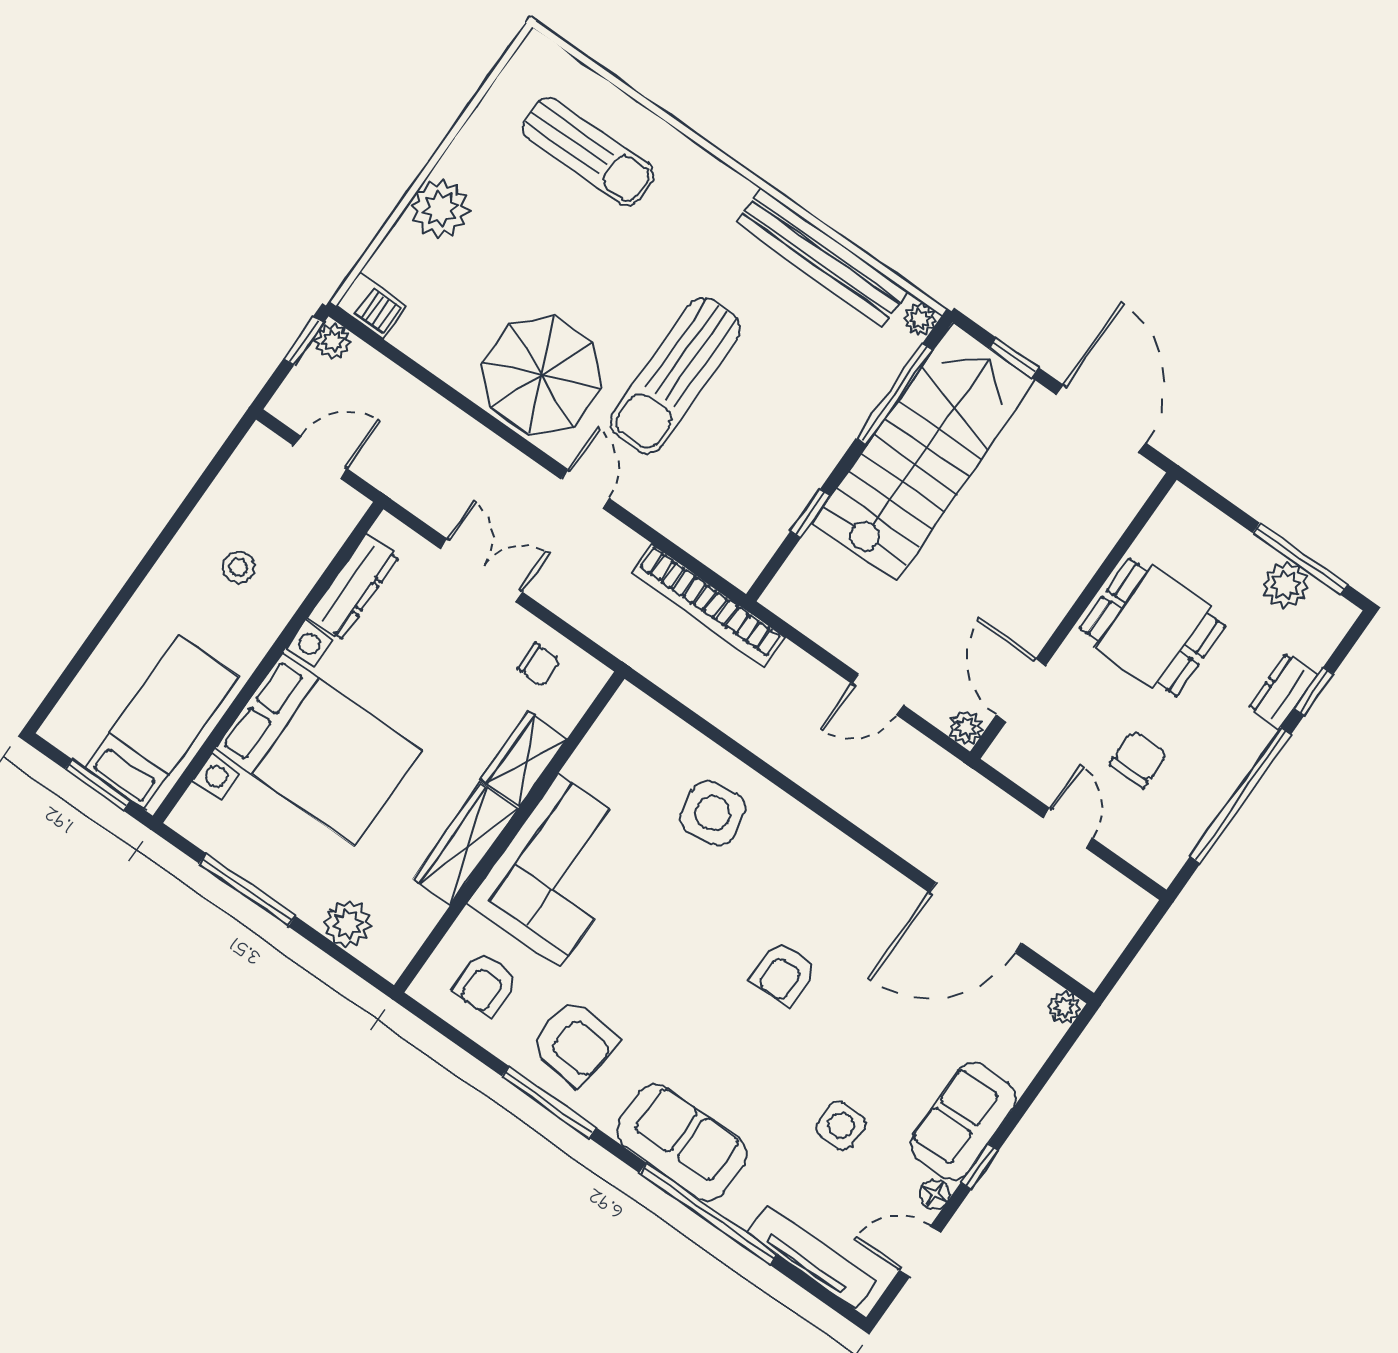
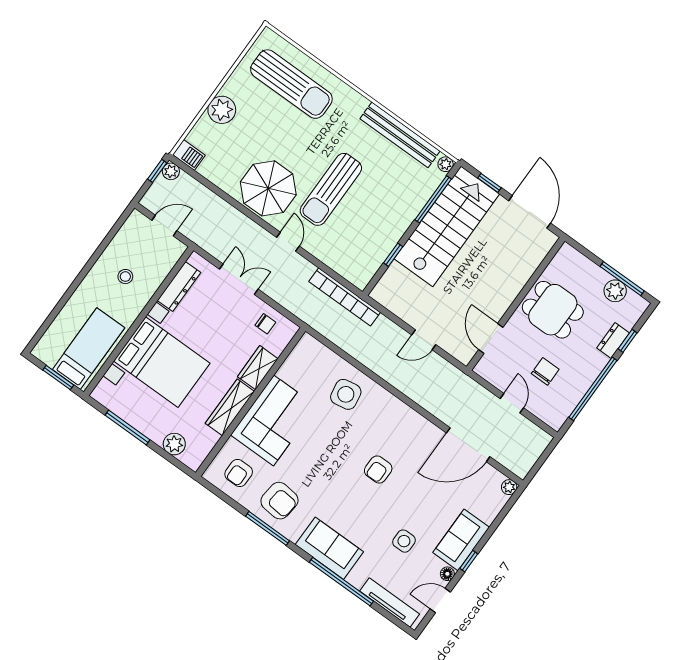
sun lounger: (588, 152) -> (291, 84), width x1.36, depth x1.34
plant: (966, 728) -> (465, 356), removed

